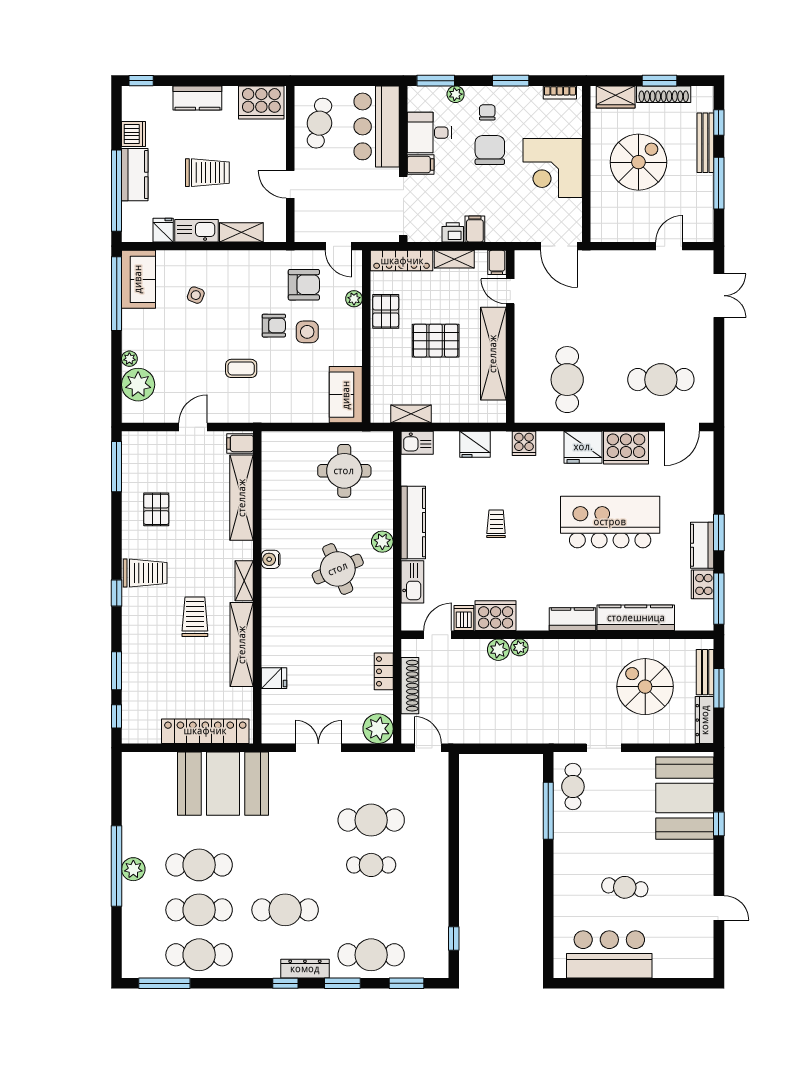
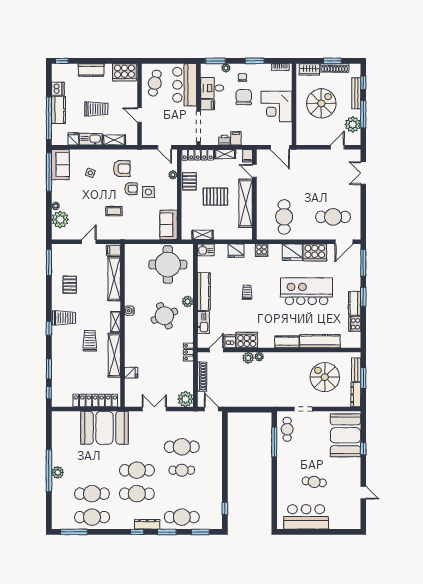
plant: (699, 202) -> (353, 124), added
armchair: (304, 285) -> (122, 169), moved
double door: (719, 296) -> (363, 173), swing flipped
round table: (344, 471) -> (168, 265), width x1.36, depth x1.36
window: (719, 599) -> (363, 263), moved
locker: (384, 671) -> (188, 352), moved
cafe table: (199, 865) -> (137, 470), moved

